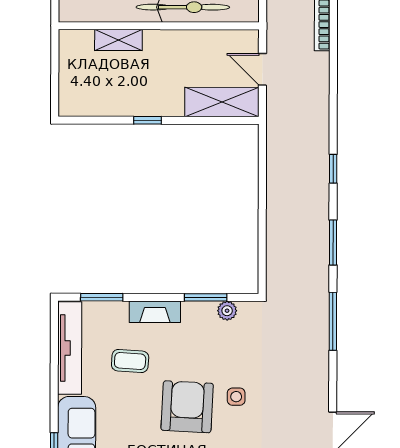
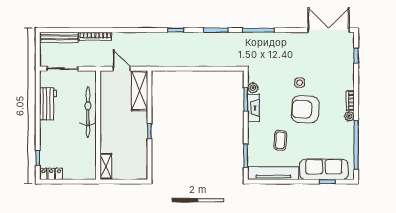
shelving: (118, 40) -> (106, 166), moved
door: (262, 69) -> (122, 69), swing flipped
fireplace: (155, 312) -> (254, 108), moved

